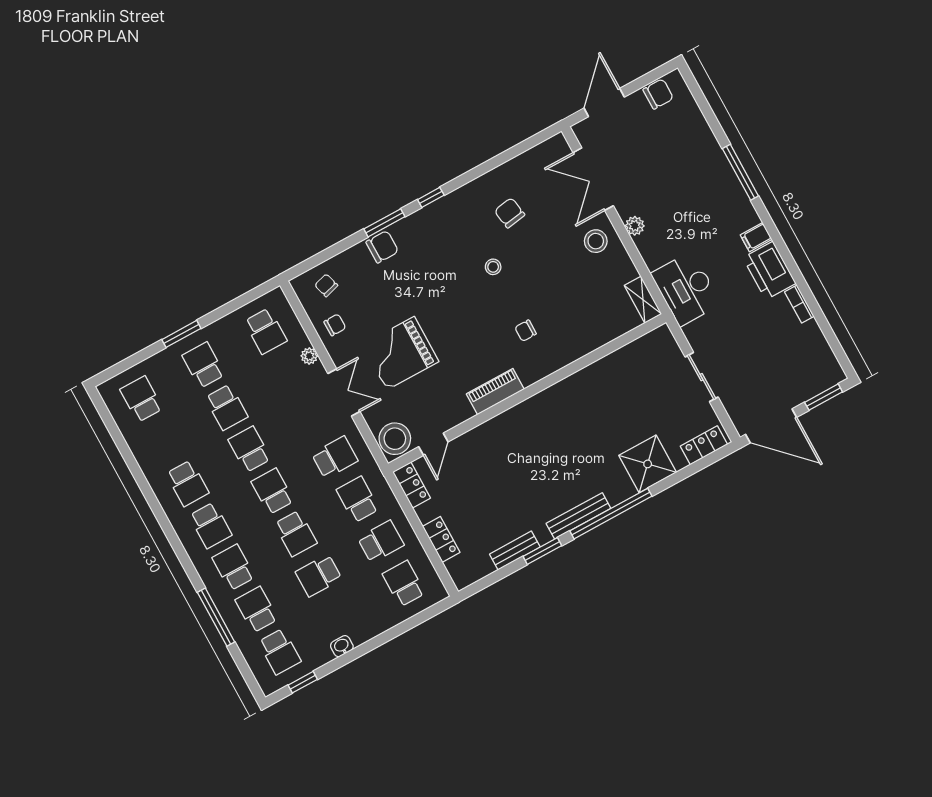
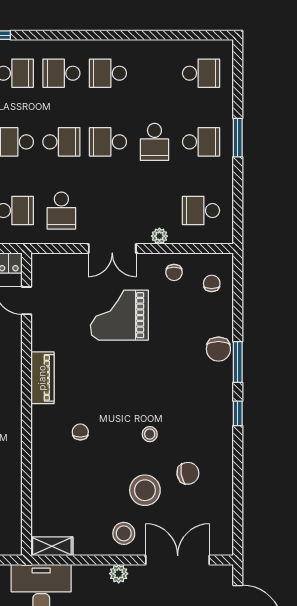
chair: (326, 285) -> (212, 283), turned -74
grand piano: (401, 353) -> (119, 315), turned -90
school desk: (227, 407) -> (154, 142), turned -90
stool: (395, 439) -> (145, 490), moved
school desk: (250, 449) -> (108, 142), turned 180

